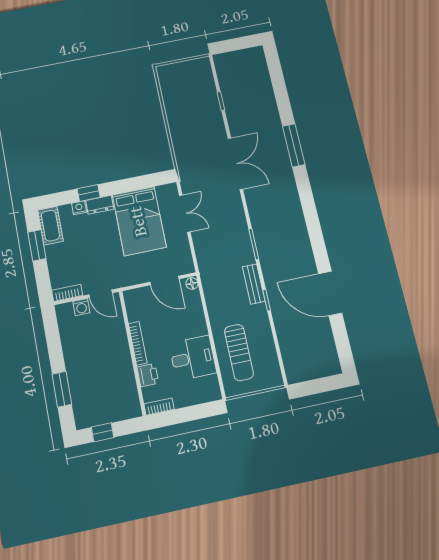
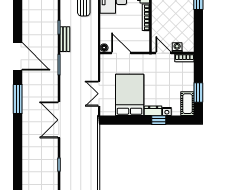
window: (294, 145) -> (18, 99), moved
door: (330, 293) -> (18, 56), moved

